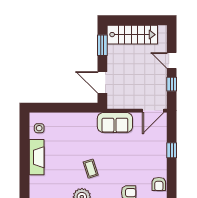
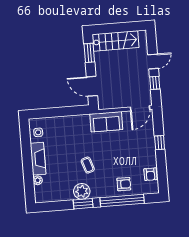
door: (172, 61) -> (153, 62), swing flipped
plant: (34, 181) -> (38, 180), added

